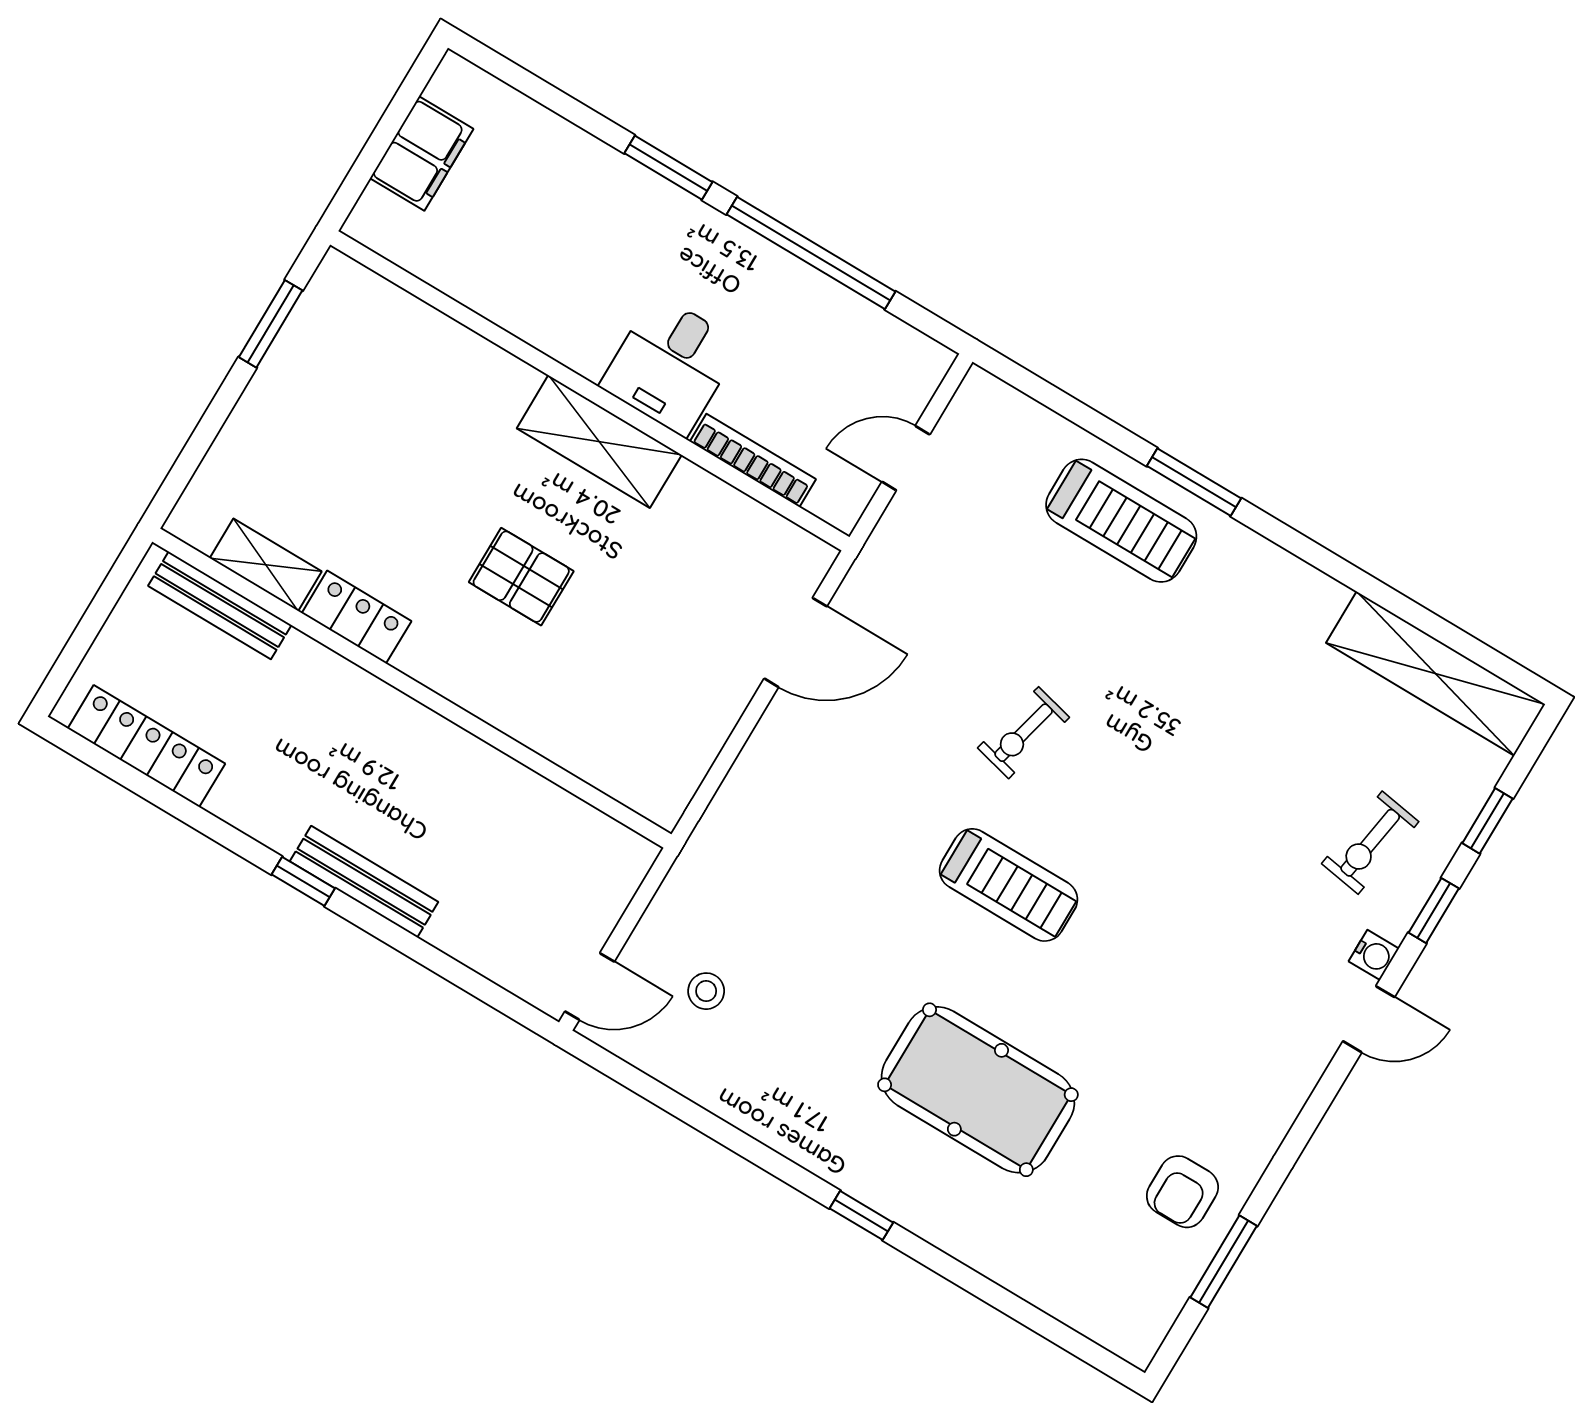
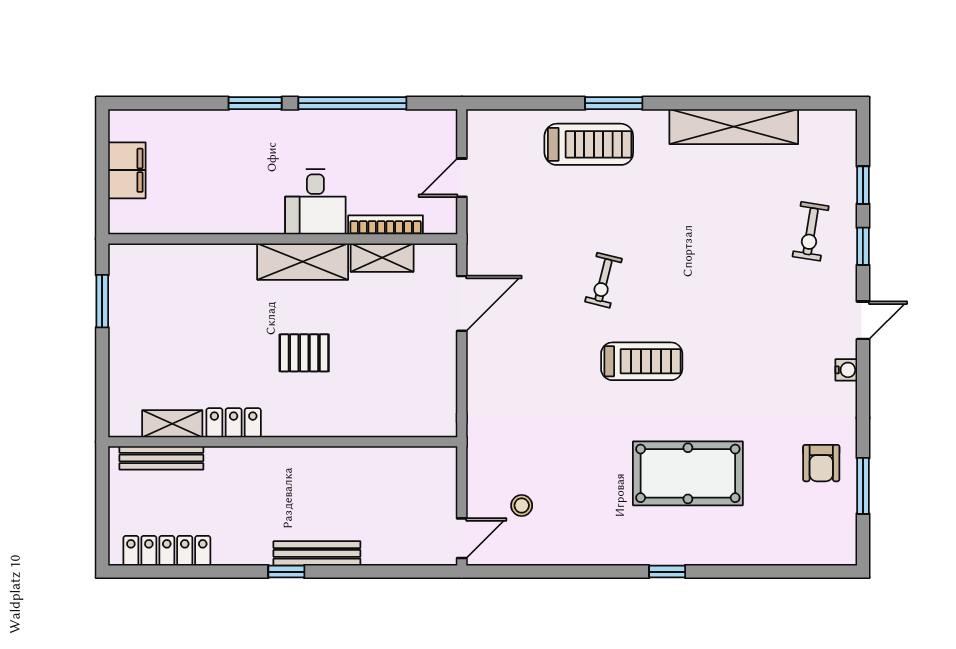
shelving: (719, 505) -> (382, 258), added
shelving: (1436, 674) -> (734, 127), moved
water cooler: (1374, 955) -> (846, 370), moved

